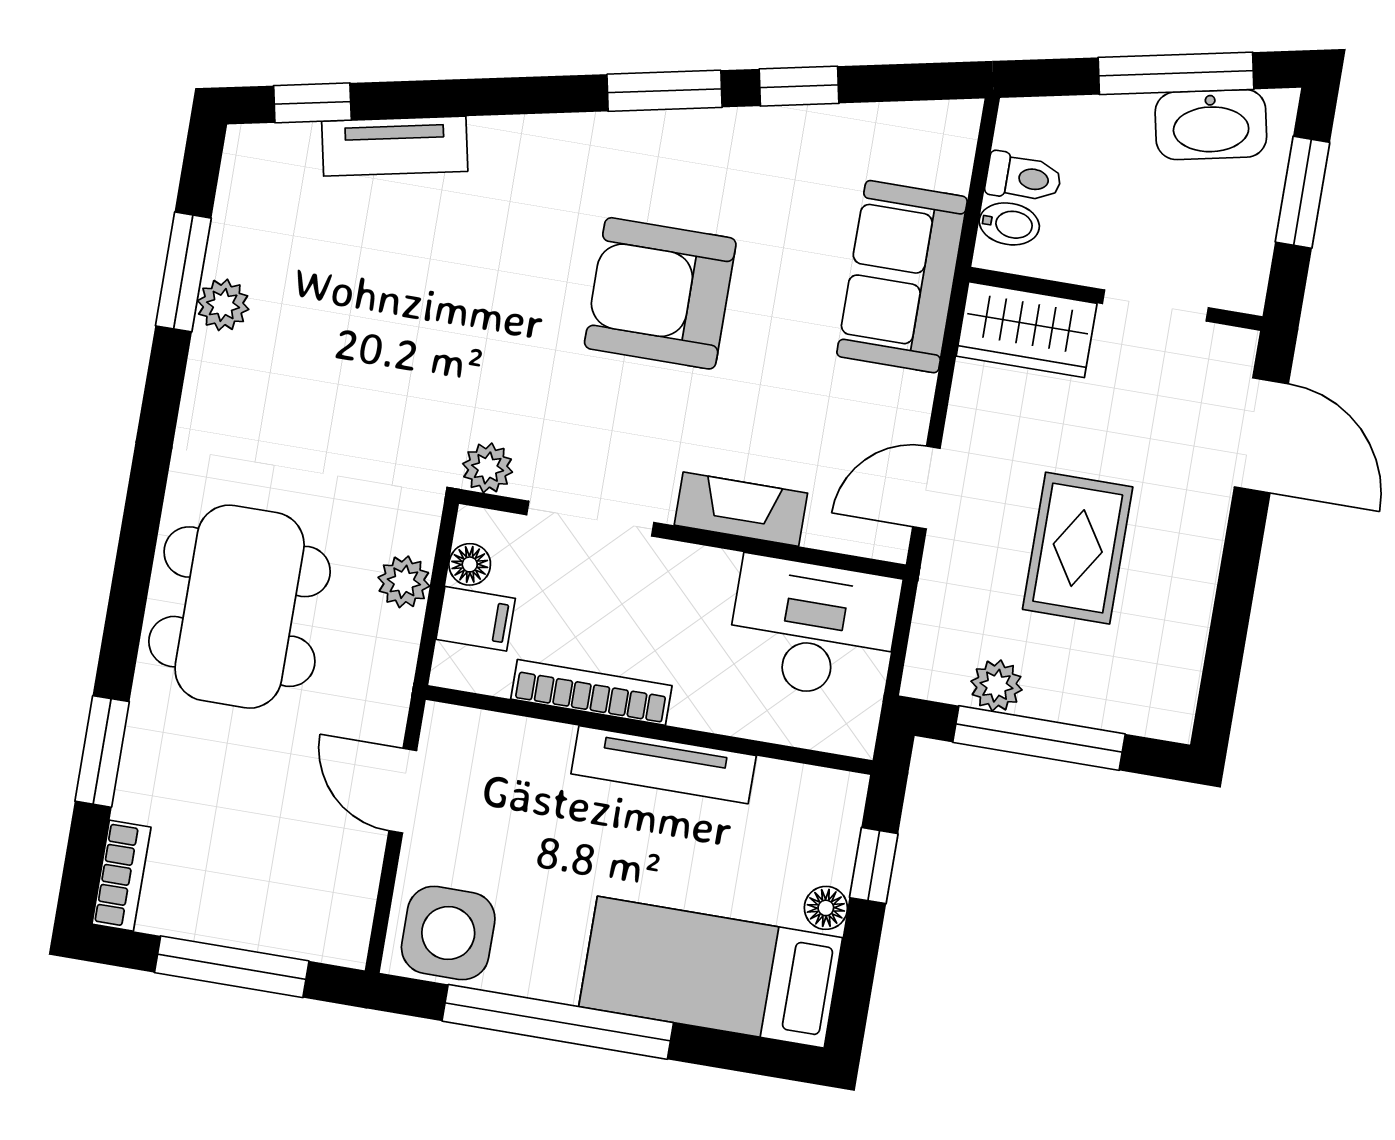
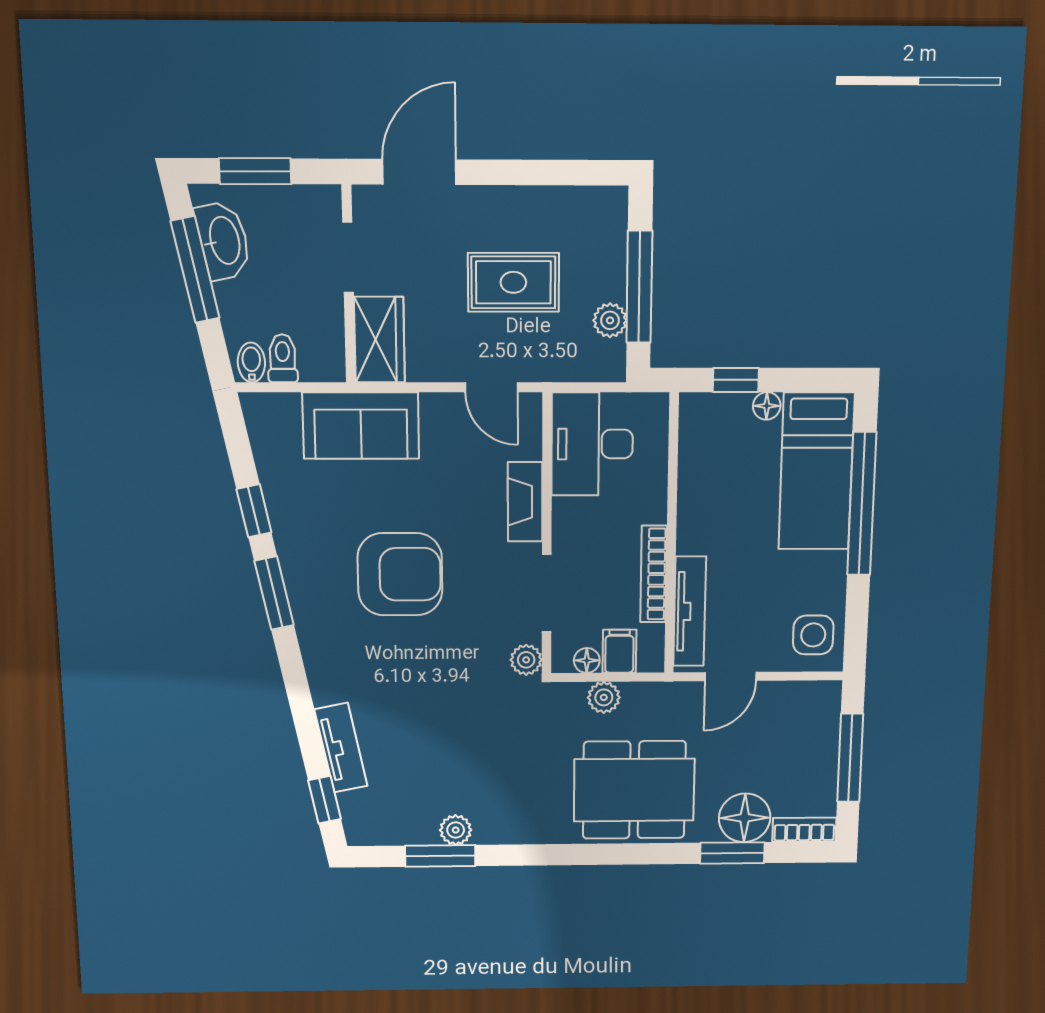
bidet: (1009, 224) -> (251, 362), moved
armchair: (660, 293) -> (400, 574), turned -90
tv unit: (664, 765) -> (690, 611), moved
floor lamp: (159, 780) -> (745, 818), added
side table: (448, 933) -> (813, 635), width x0.73, depth x0.73
window: (558, 1022) -> (862, 504), moved

